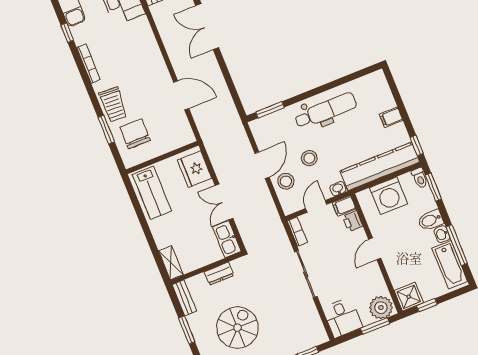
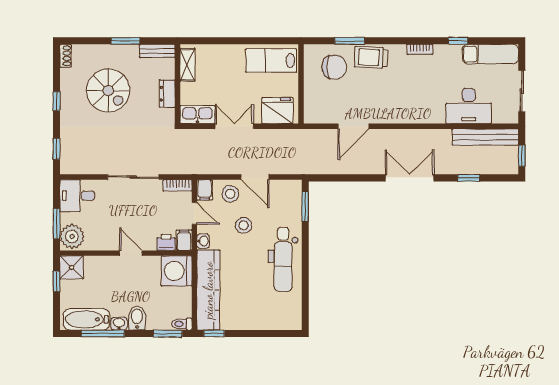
bookcase: (89, 64) -> (420, 49), width x0.64
filing cabinet: (391, 117) -> (205, 190), moved, turned 180
washing machine: (389, 196) -> (177, 271), moved
shelving: (171, 263) -> (187, 65), moved, turned 90

